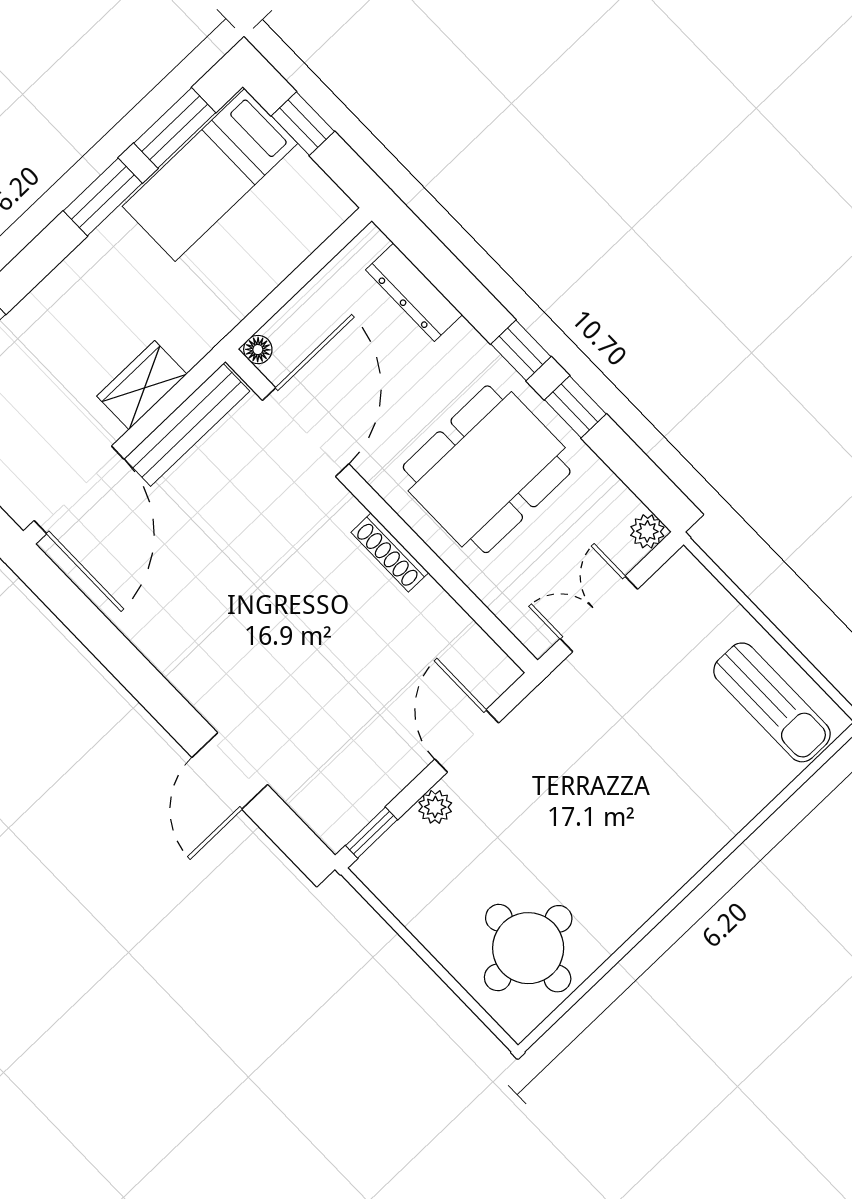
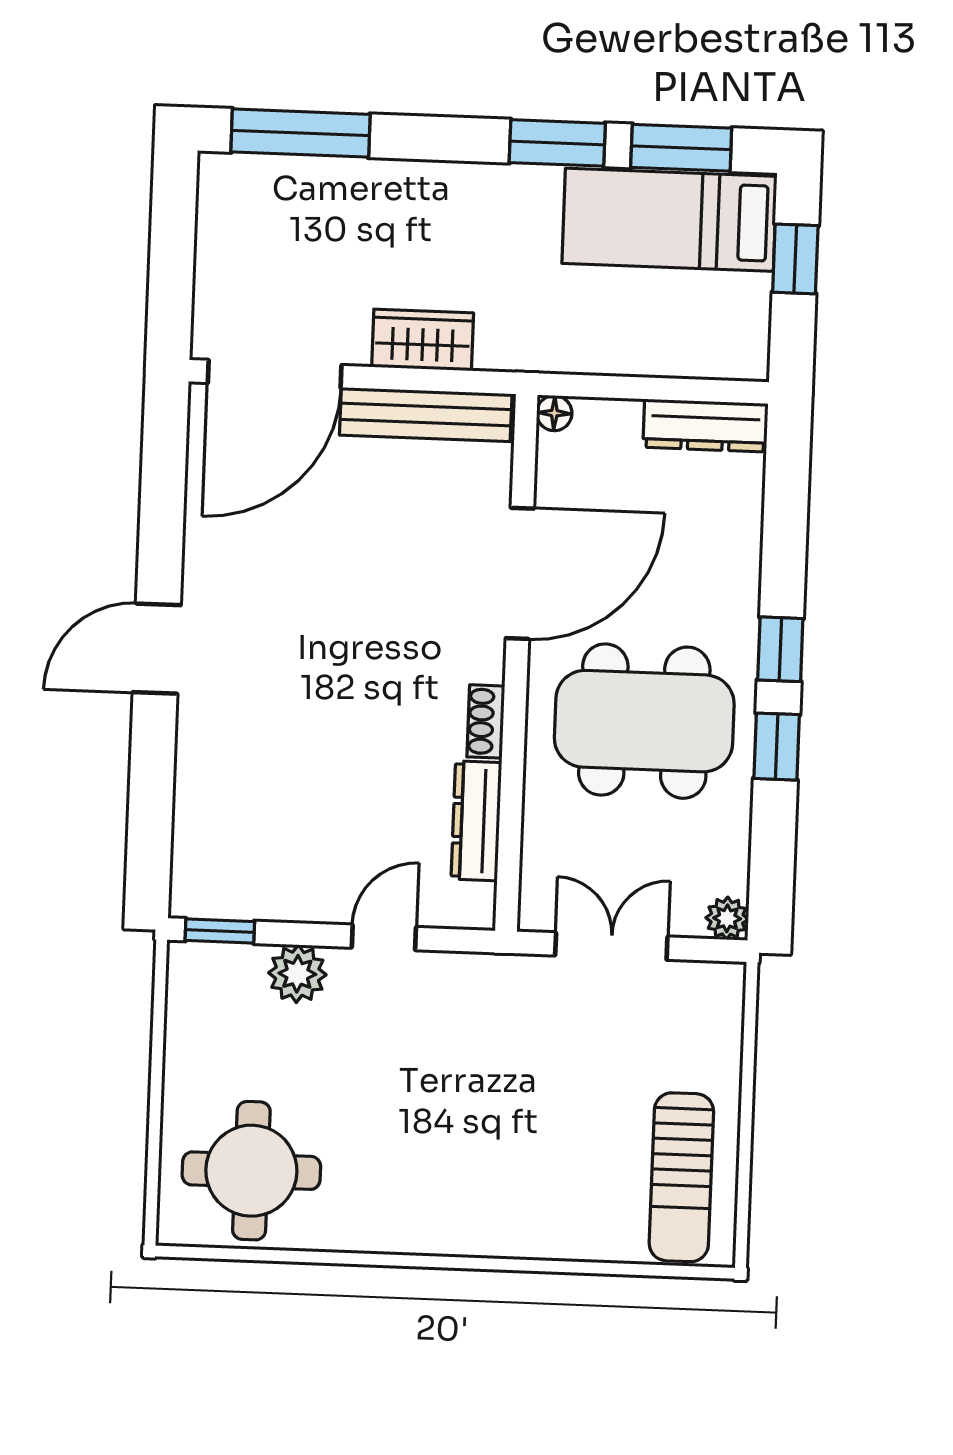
dresser: (414, 292) -> (706, 426), moved, turned -90
door: (306, 432) -> (520, 573), moved
shoe rack: (390, 552) -> (486, 721), width x0.70
dresser: (451, 622) -> (476, 821), added
door: (467, 741) -> (384, 937), width x0.73
door: (230, 771) -> (157, 649), moved
plant: (435, 807) -> (297, 974), width x1.38, depth x1.38

